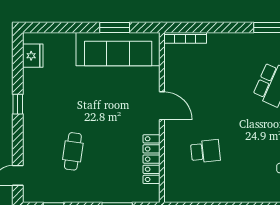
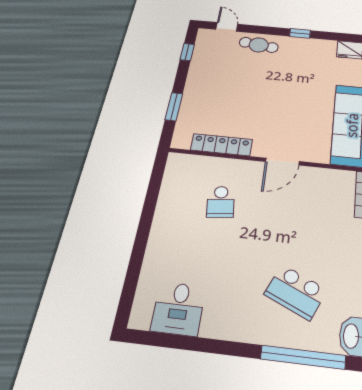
cafe table: (73, 151) -> (259, 45), moved

